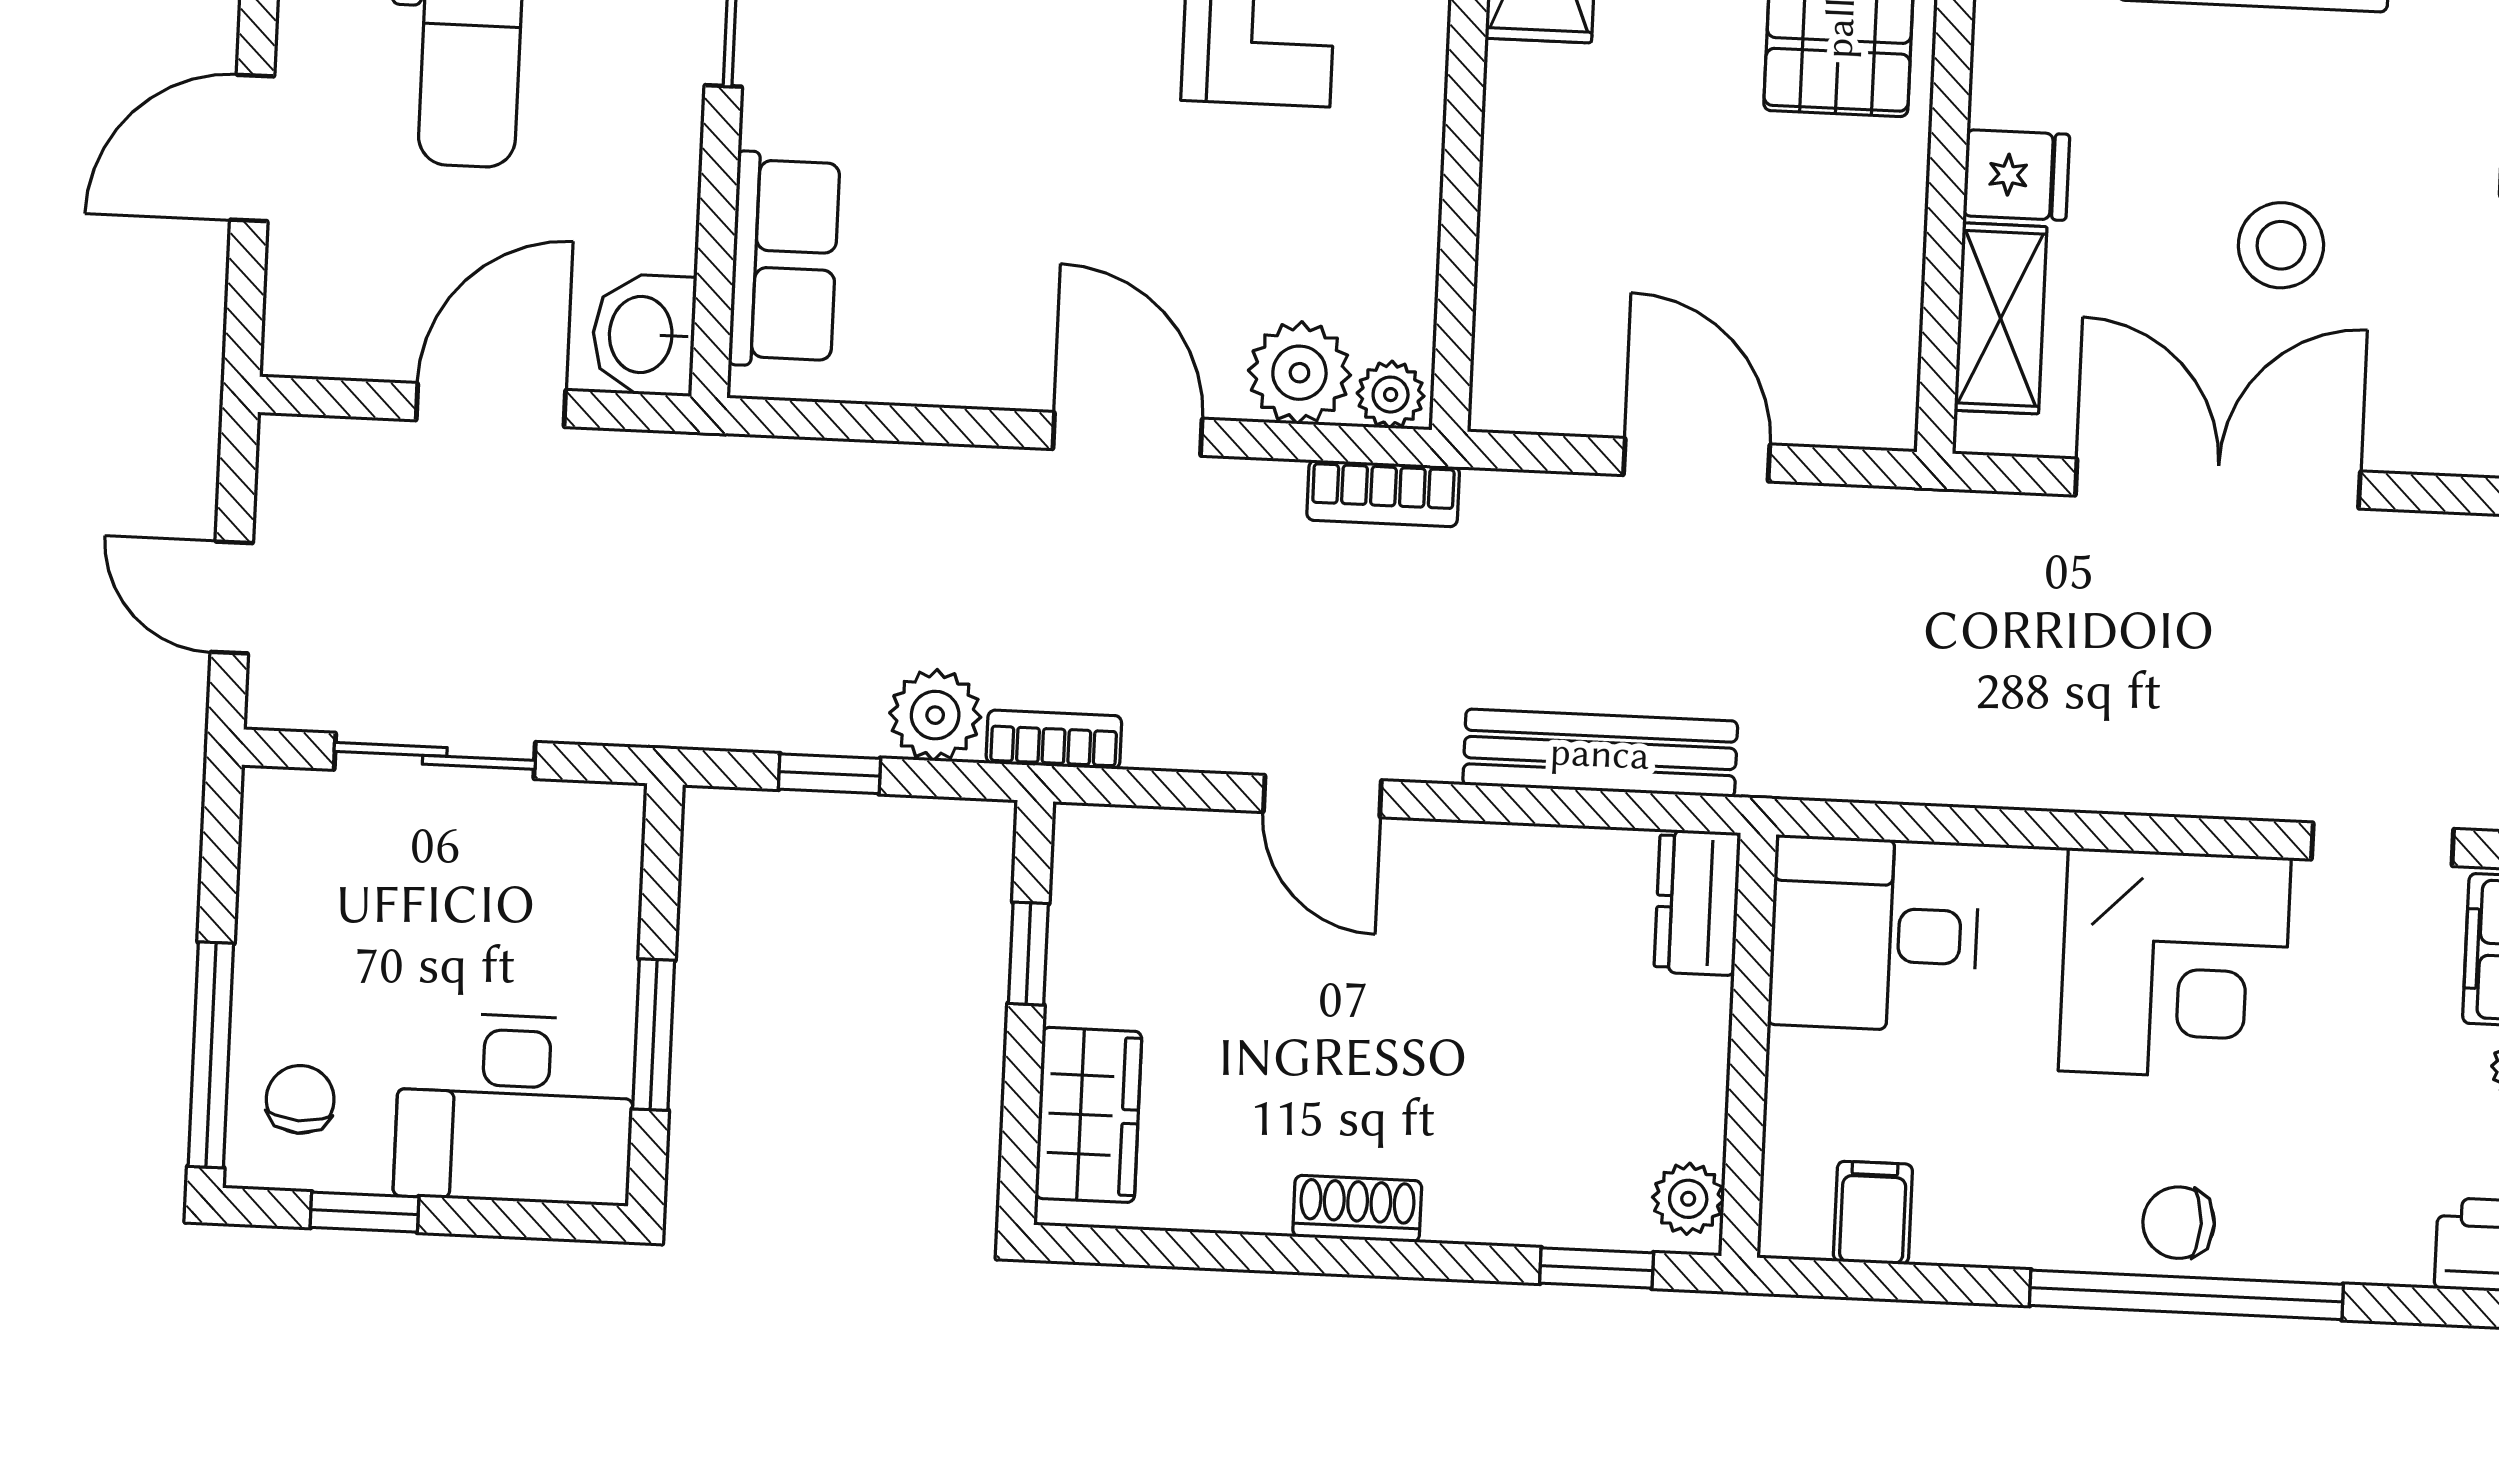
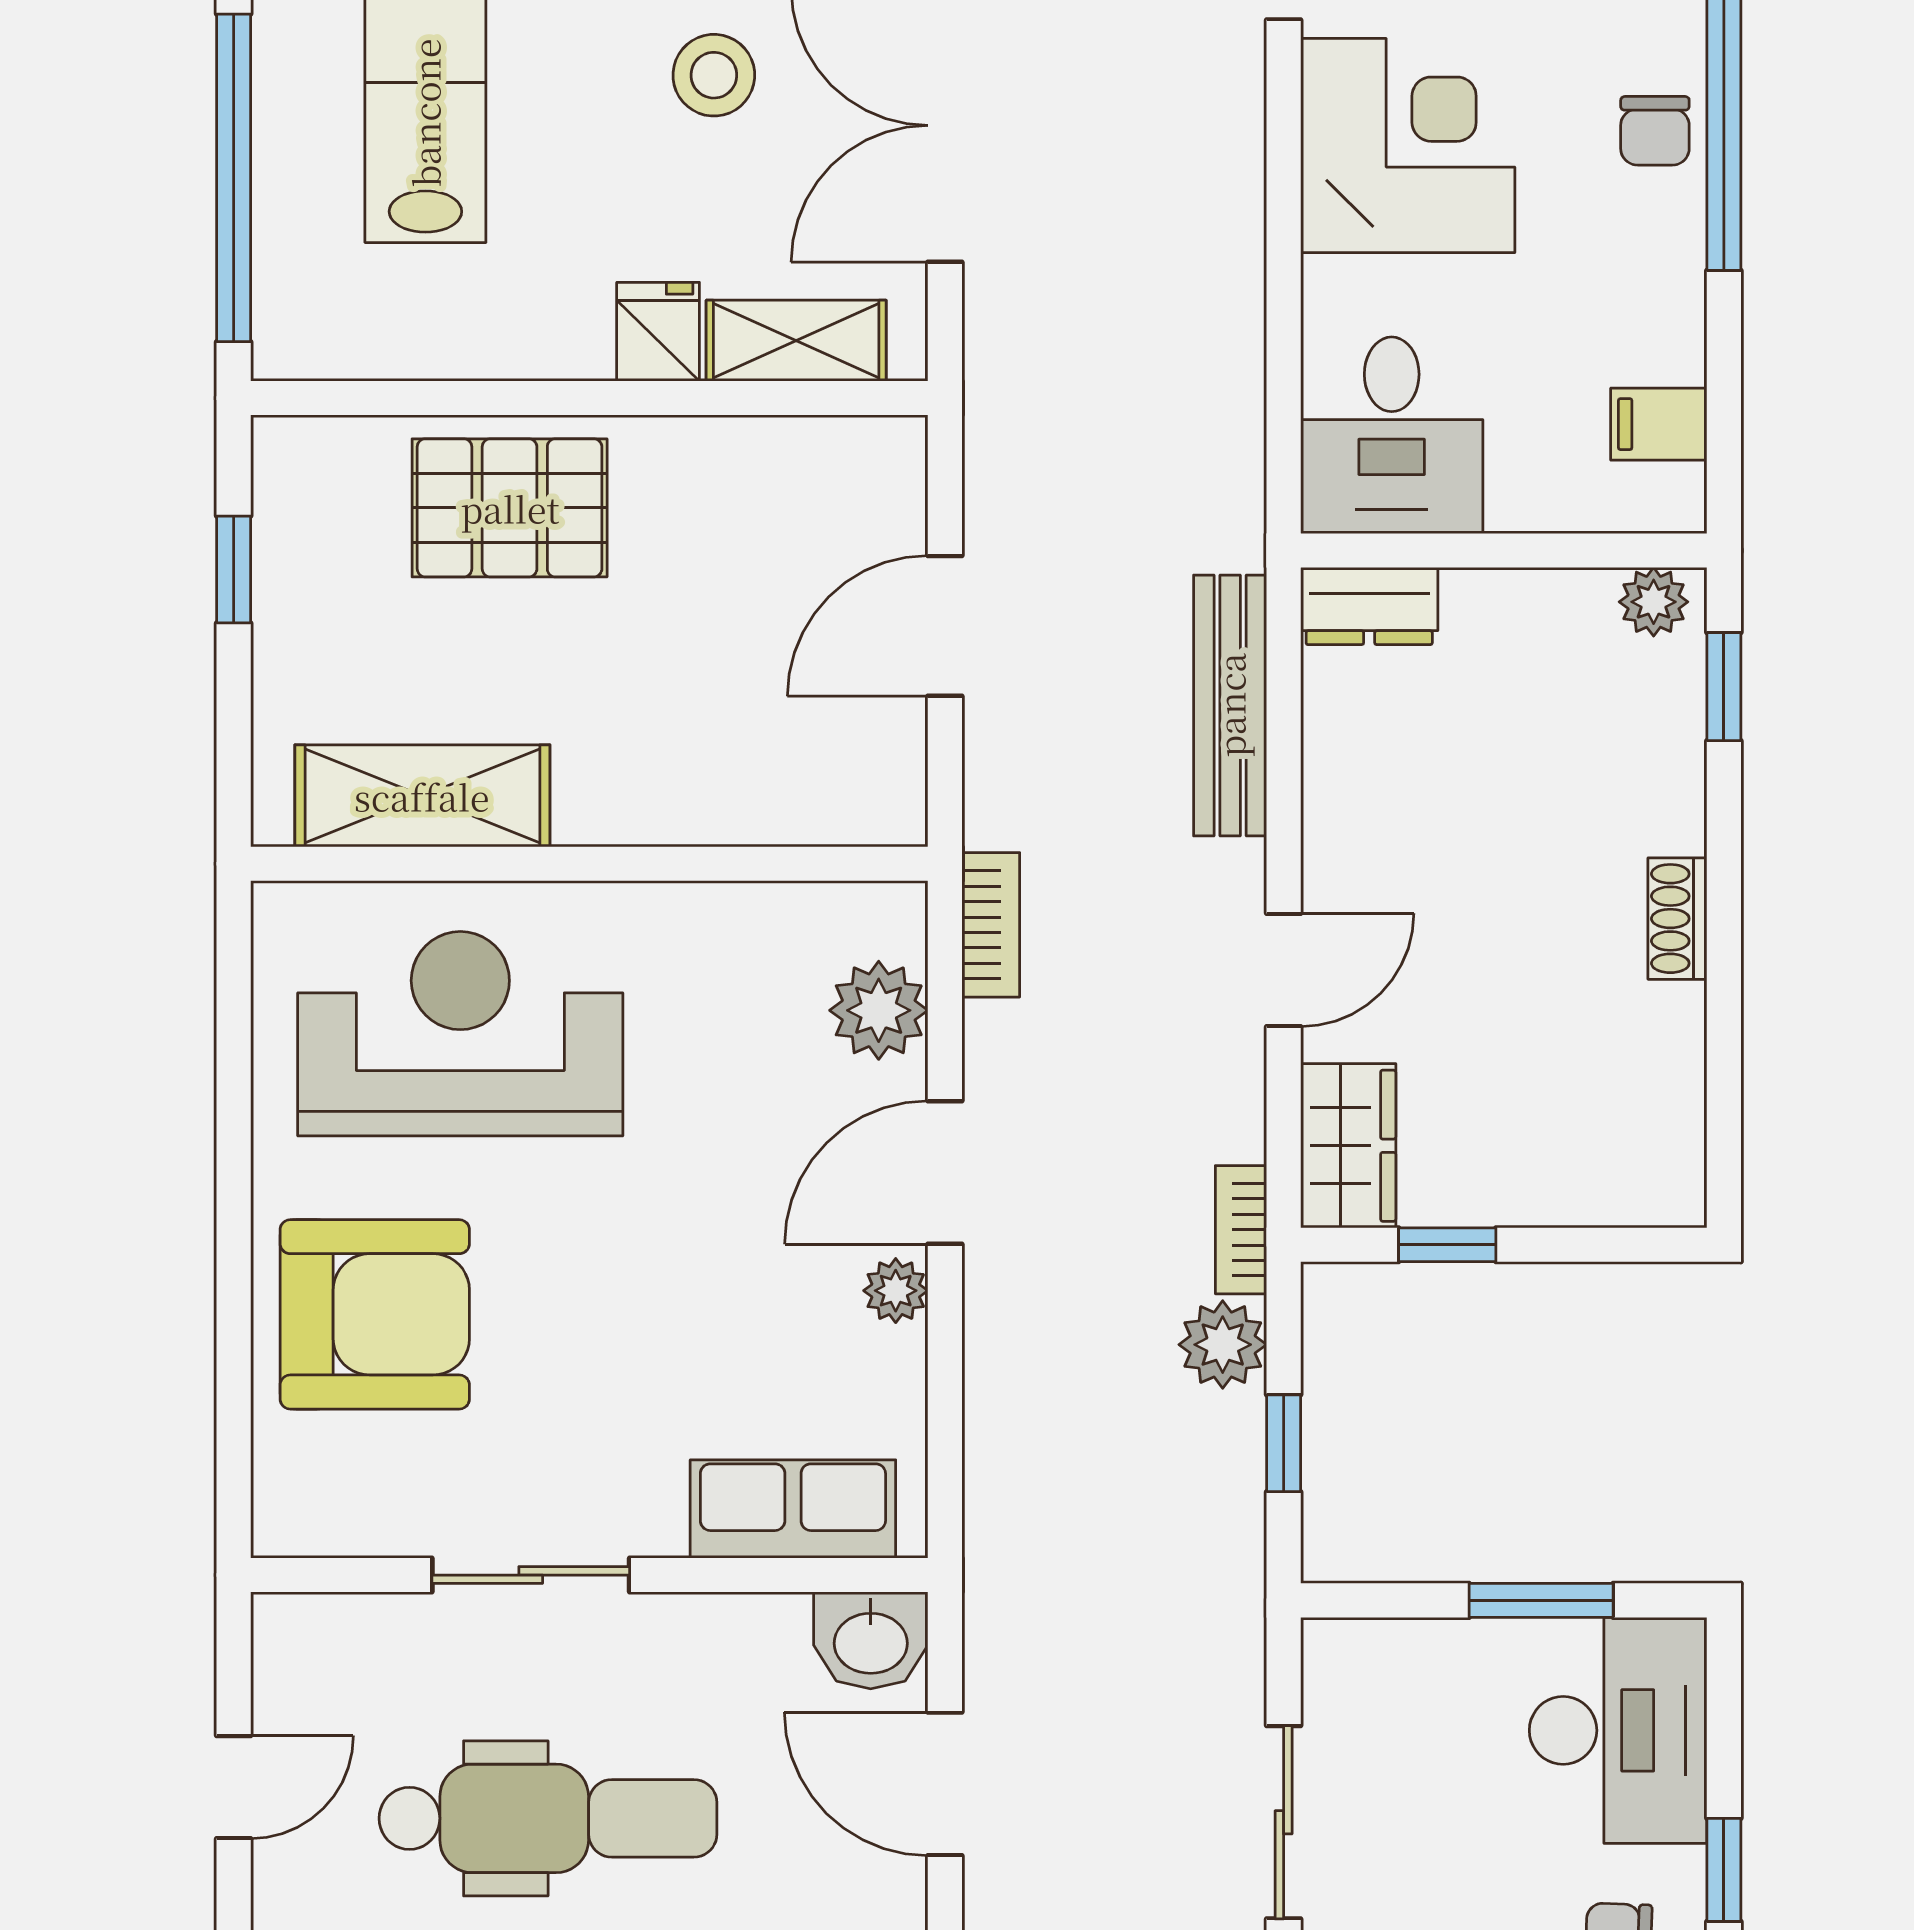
plant: (1391, 395) -> (896, 1291), moved
wardrobe: (1088, 1115) -> (1348, 1146), moved, turned 90

